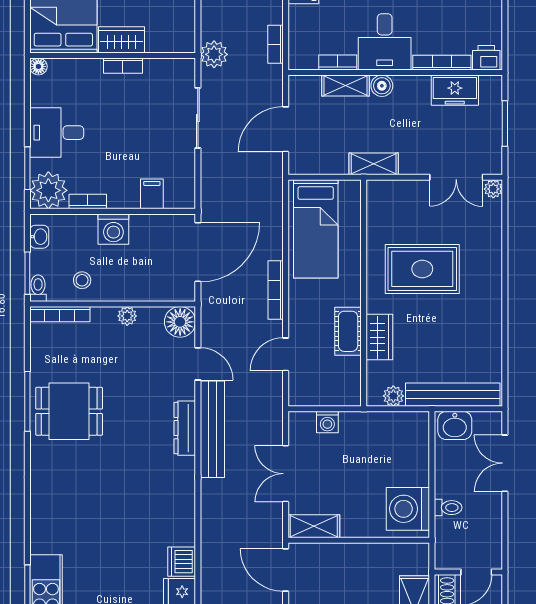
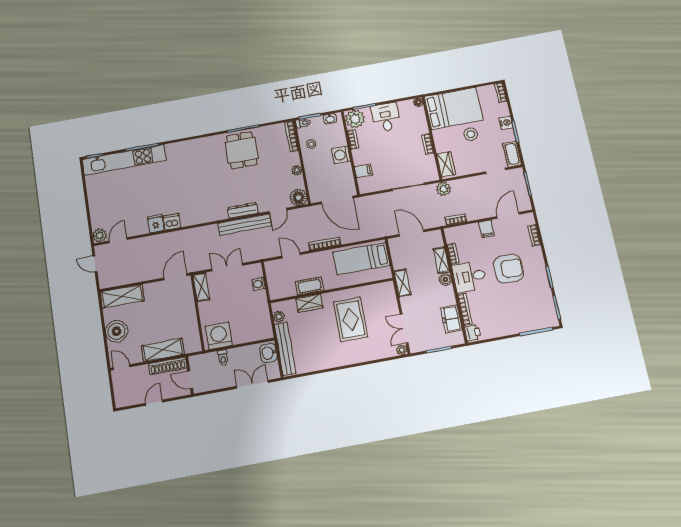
wardrobe: (122, 40) -> (446, 164), moved

